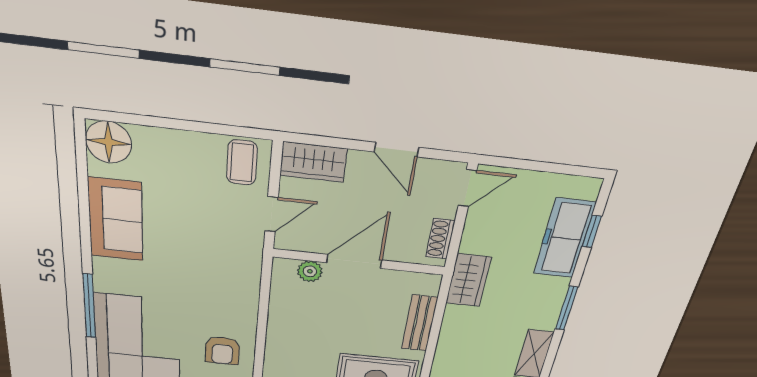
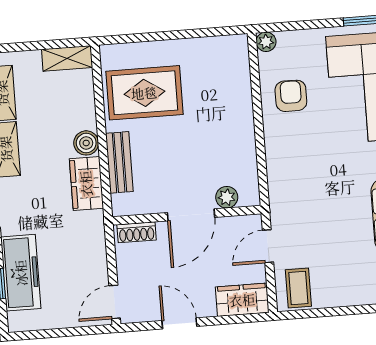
shoe rack: (440, 239) -> (137, 232), moved, turned 90
wardrobe: (468, 280) -> (86, 184), moved
boiler: (449, 346) -> (86, 143), added

